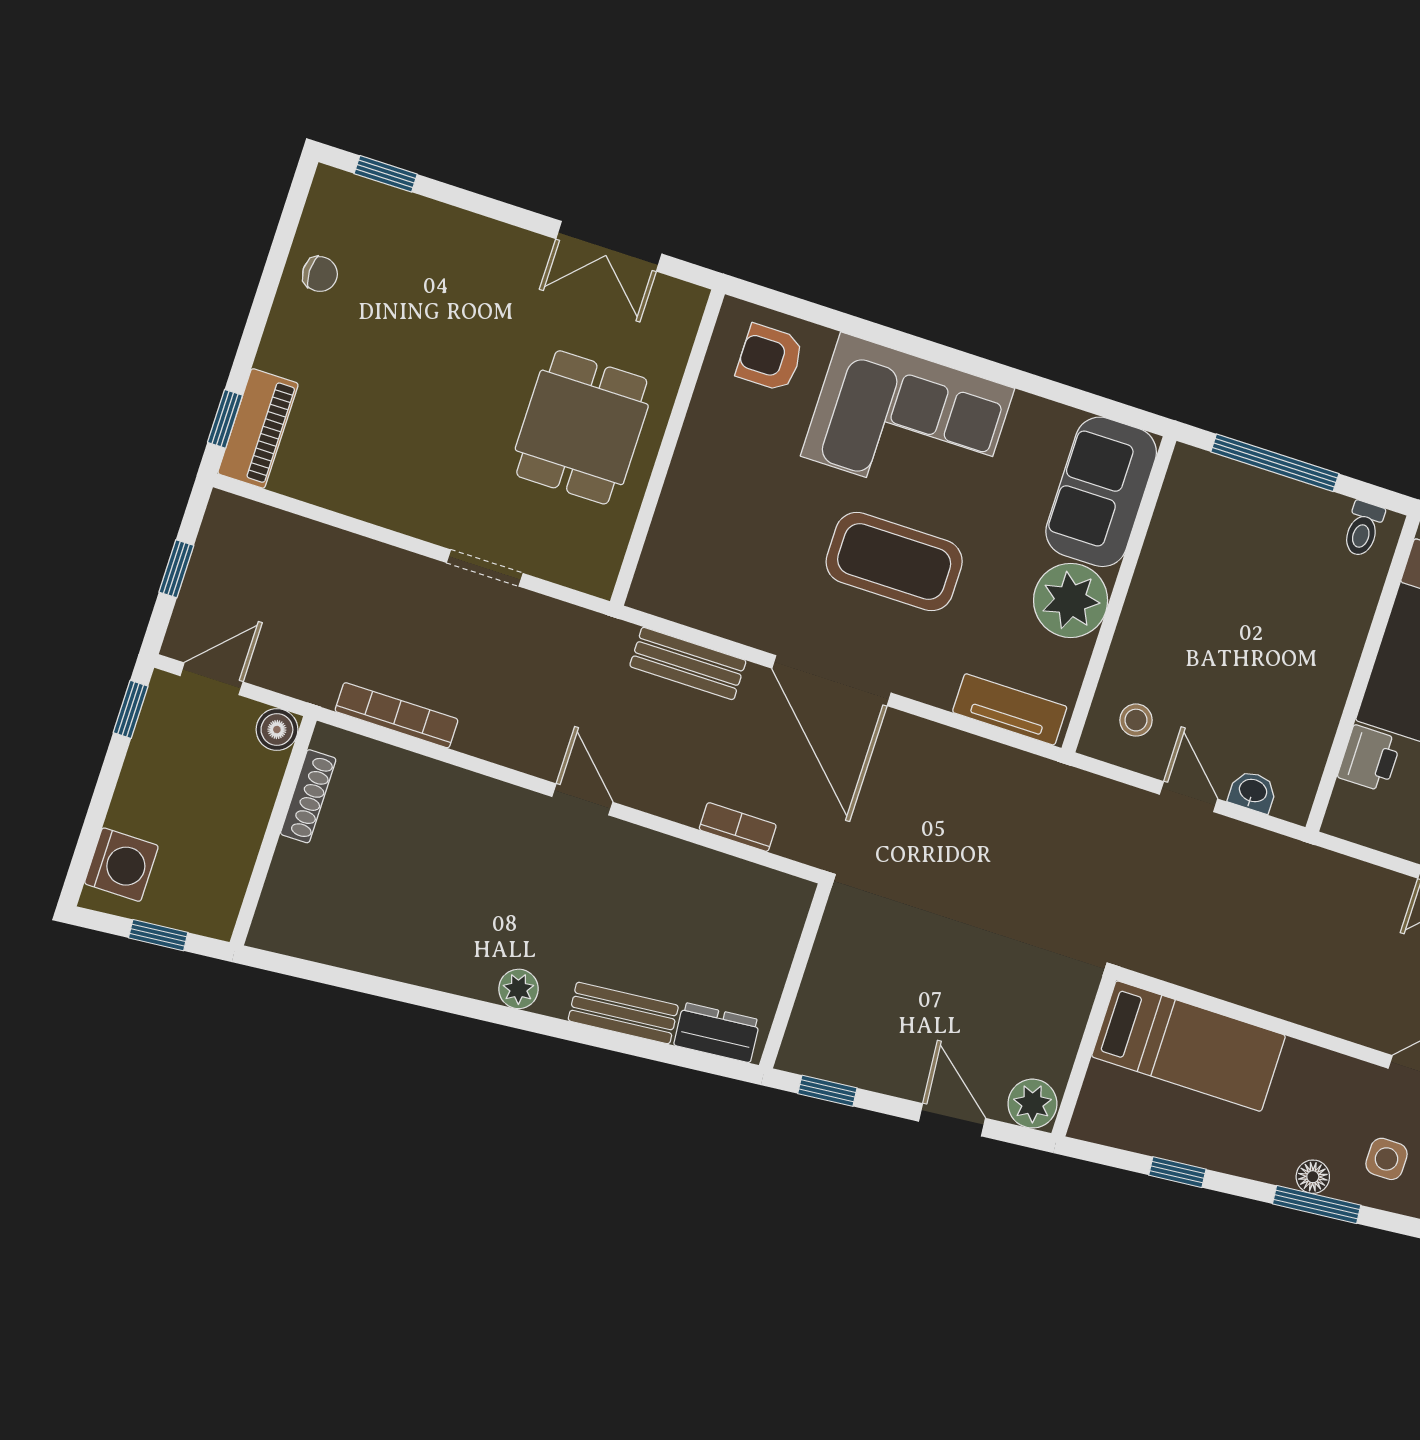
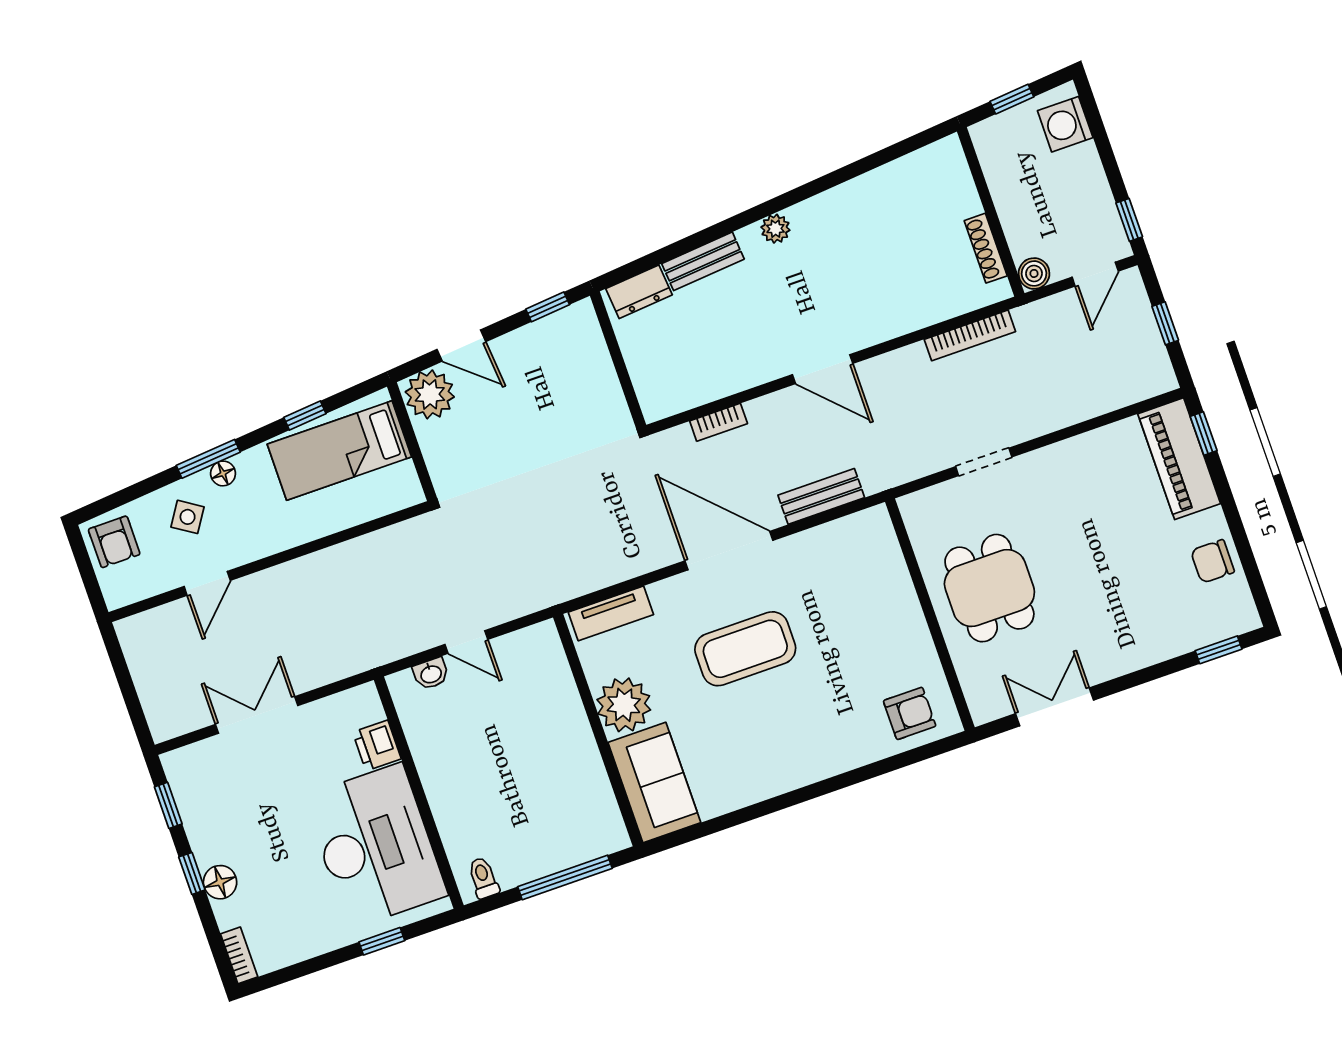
chair: (320, 274) -> (1213, 561), width x1.37, depth x1.37
corner sofa: (908, 422) -> (800, 737), removed
piano: (258, 428) -> (1179, 459), width x1.37, depth x1.33
stool: (1136, 720) -> (532, 664), removed
door: (582, 799) -> (823, 369), width x1.38
bed: (1189, 1046) -> (339, 451), moved
plant: (1032, 1104) -> (430, 394), width x1.36, depth x1.36
side table: (1386, 1159) -> (188, 517), turned 33

